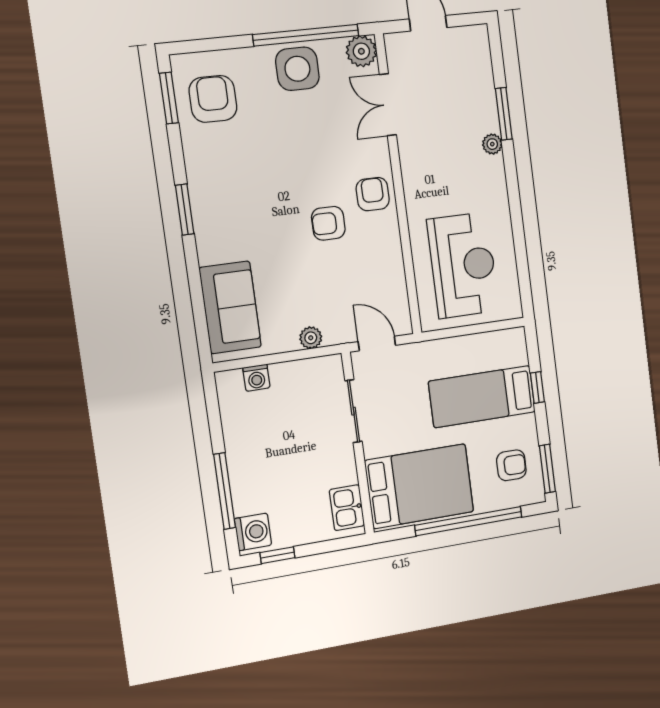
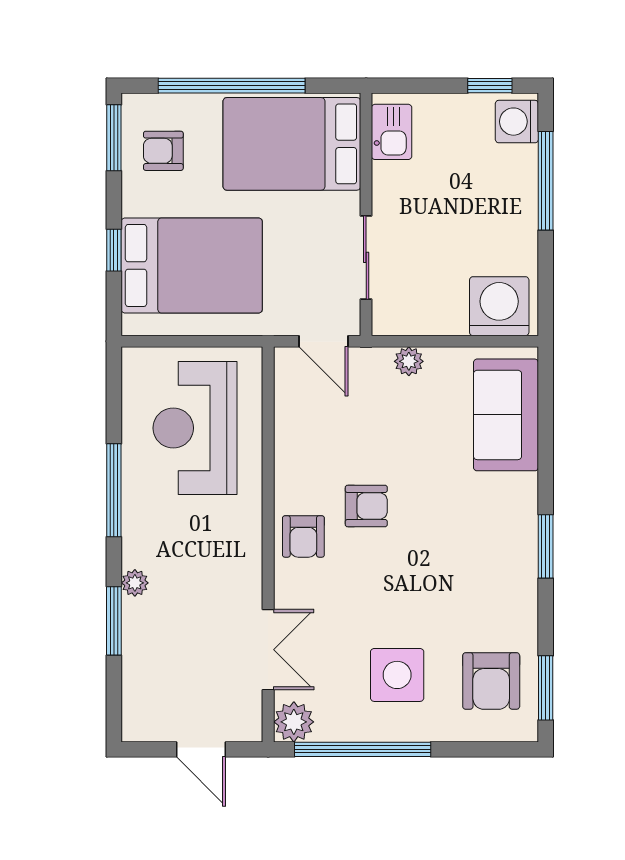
side table: (297, 69) -> (397, 675), moved
window: (516, 211) -> (114, 490), added
washing machine: (256, 378) -> (499, 306), width x1.89, depth x1.89
bed: (482, 397) -> (192, 265), width x1.50

